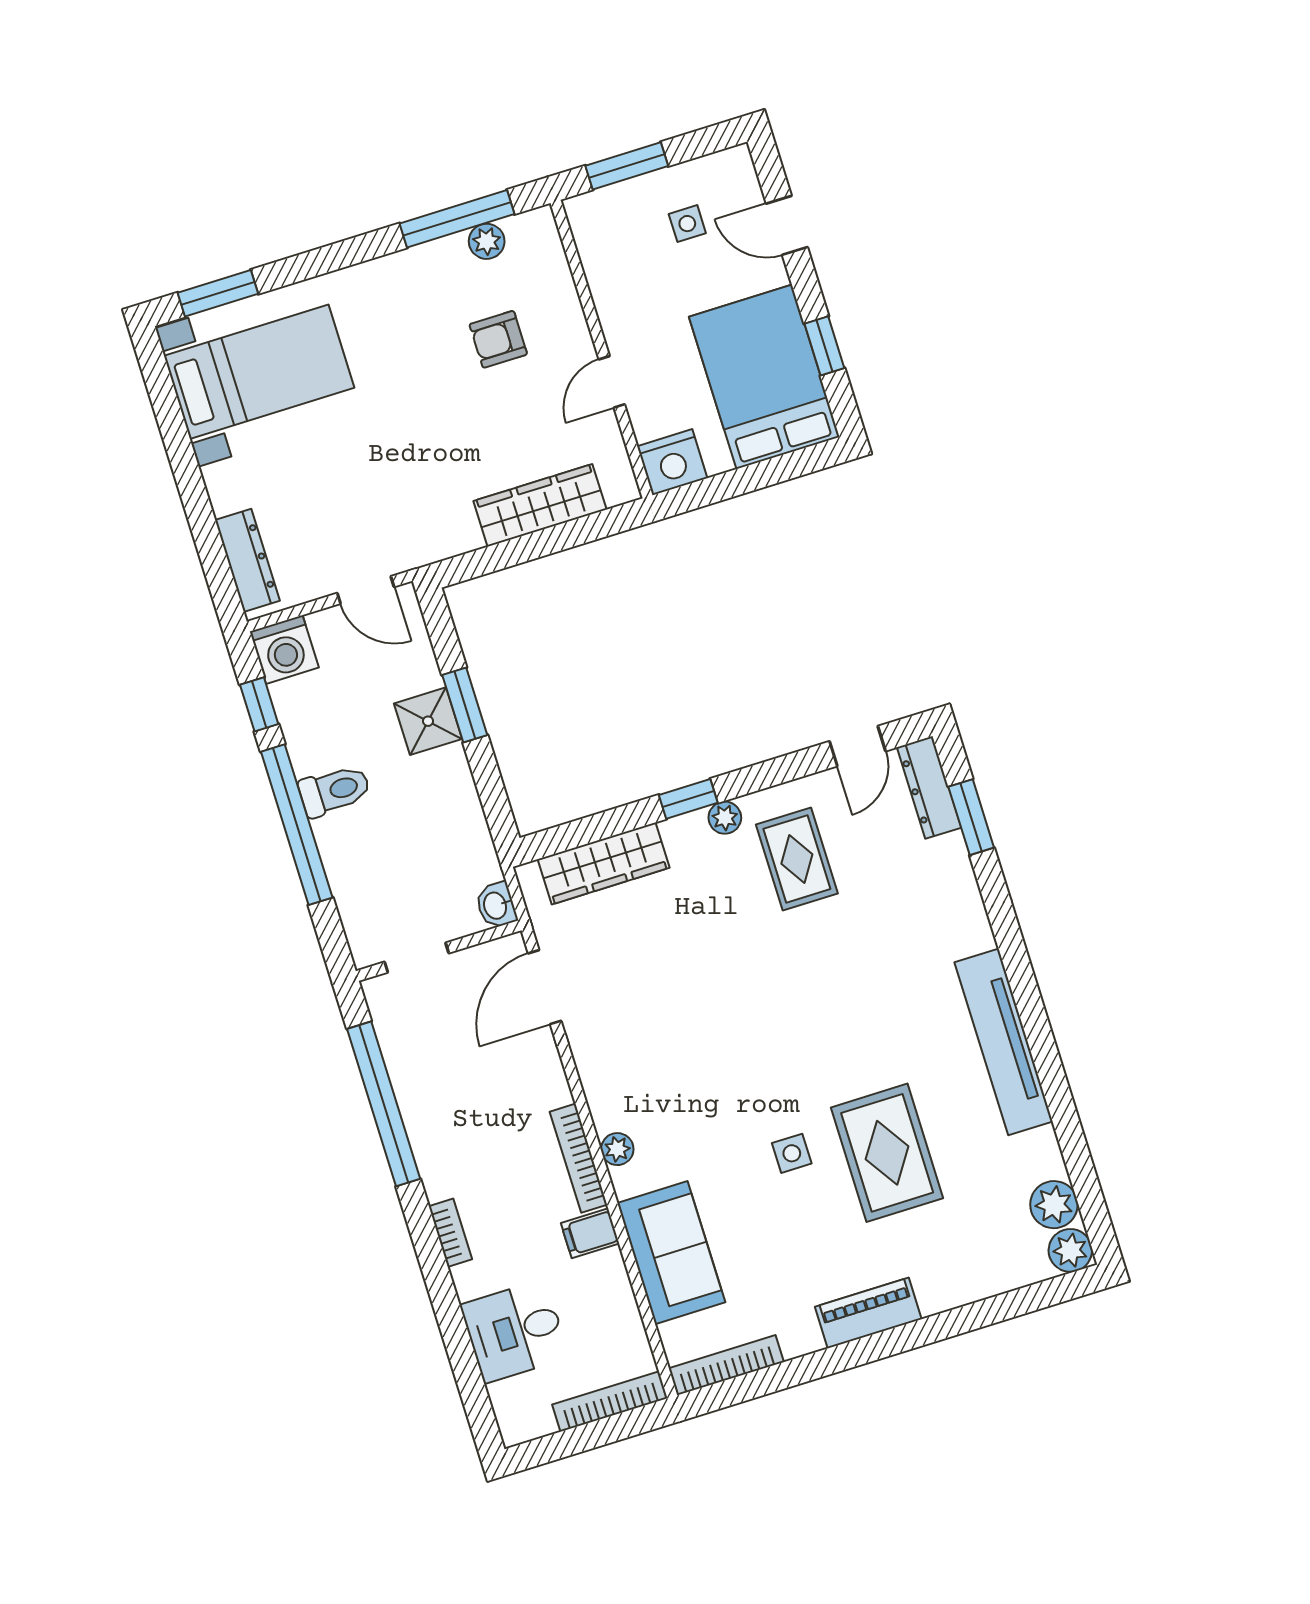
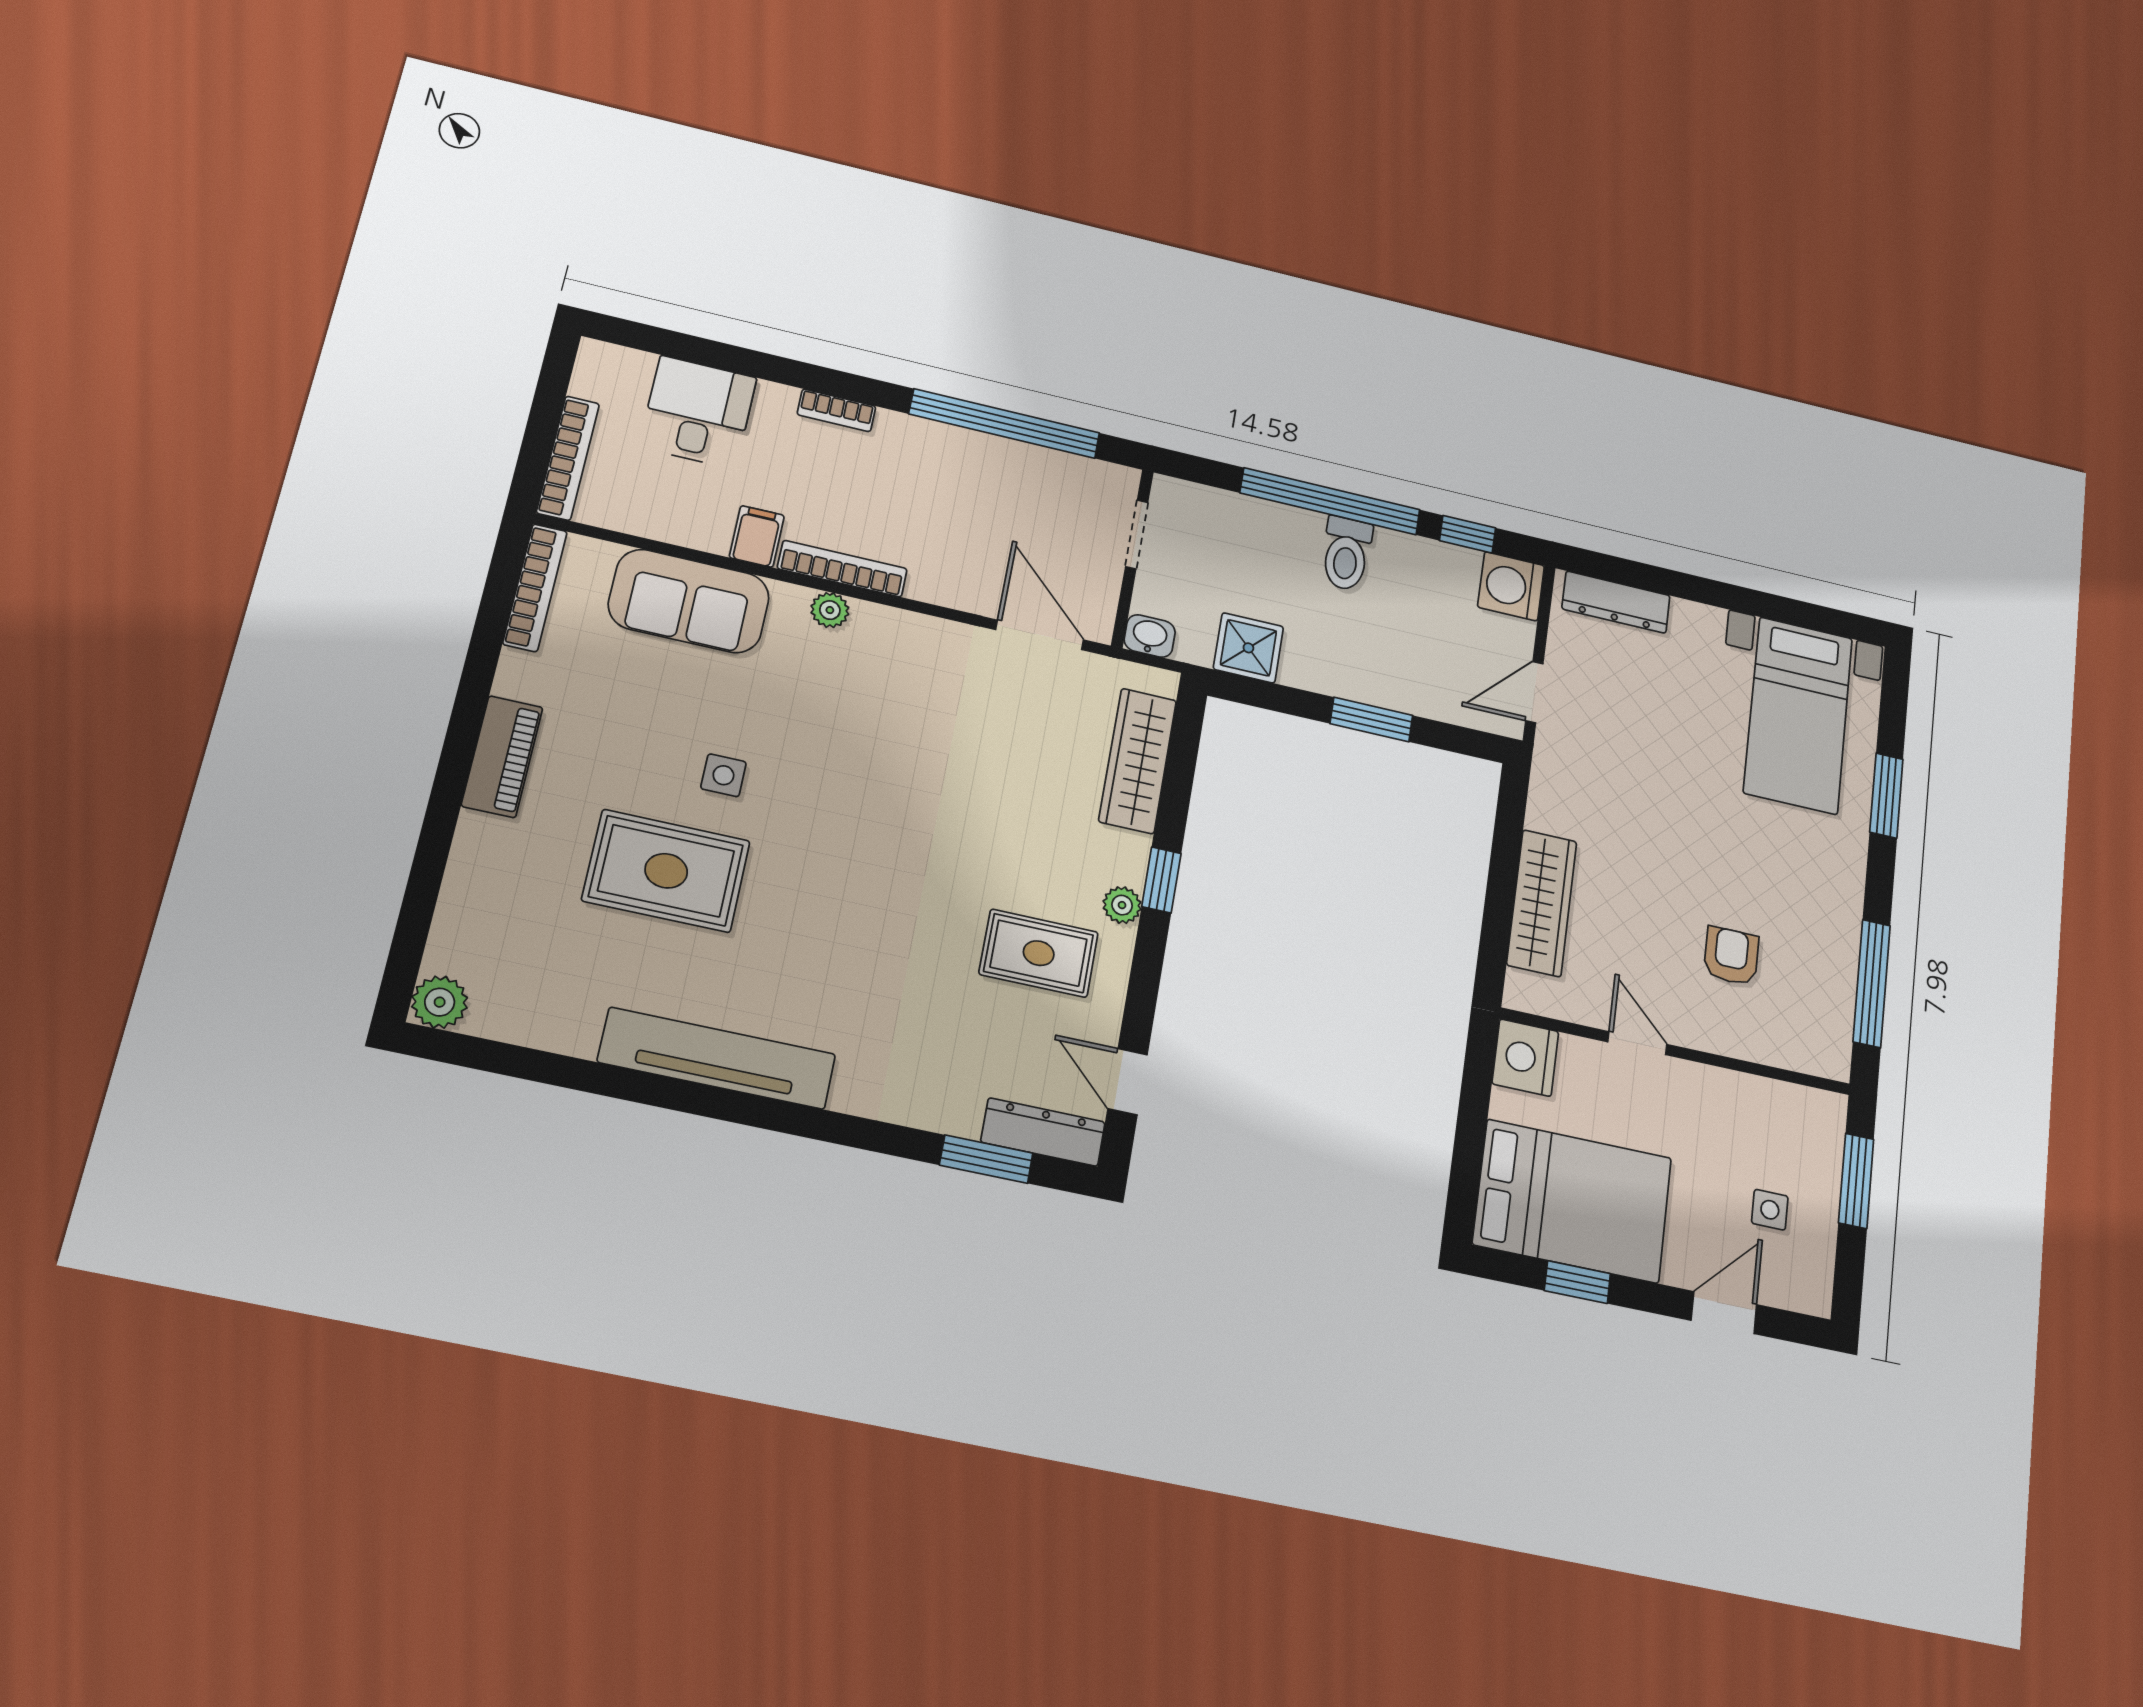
plant: (487, 241) -> (1836, 999), removed
window: (218, 293) -> (1886, 796), moved
shower: (428, 721) -> (1248, 648), moved
plant: (1054, 1205) -> (502, 1013), removed

